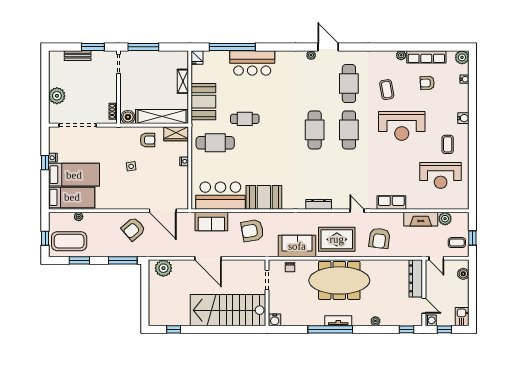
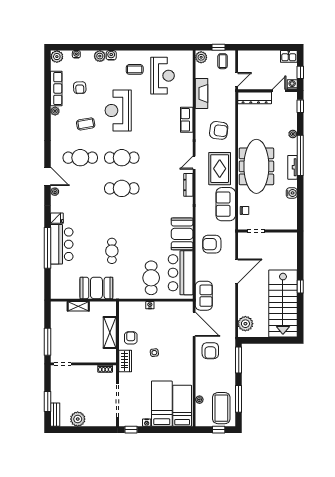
window: (93, 47) -> (48, 402), moved
window: (232, 47) -> (48, 248), moved
door: (328, 47) -> (48, 176), swing flipped
bench: (78, 56) -> (55, 415), moved
fridge: (197, 58) -> (57, 218), moved
plant: (57, 96) -> (78, 419), moved
plant: (463, 105) -> (100, 56), added
boiler: (128, 117) -> (110, 355), removed
shelving: (162, 117) -> (110, 332), width x0.68
reception desk: (402, 126) -> (118, 110), turned 180
wardrobe: (176, 134) -> (125, 361), moved
cafe table: (215, 143) -> (151, 278), moved
window: (45, 163) -> (131, 430), moved
door: (163, 211) -> (194, 324), hinge flipped
door: (357, 211) -> (194, 163), moved
plant: (445, 219) -> (201, 57), moved
sofa: (211, 222) -> (204, 296), moved
armchair: (133, 229) -> (210, 351), turned 41
armchair: (252, 231) -> (212, 244), turned 100
door: (208, 258) -> (237, 271), moved
window: (79, 260) -> (239, 399), width x1.44
boiler: (463, 274) -> (250, 55), removed
stairs: (228, 310) -> (283, 303), moved
water cooler: (275, 320) -> (292, 193), moved
window: (174, 329) -> (300, 287), moved
window: (330, 329) -> (300, 155), moved

